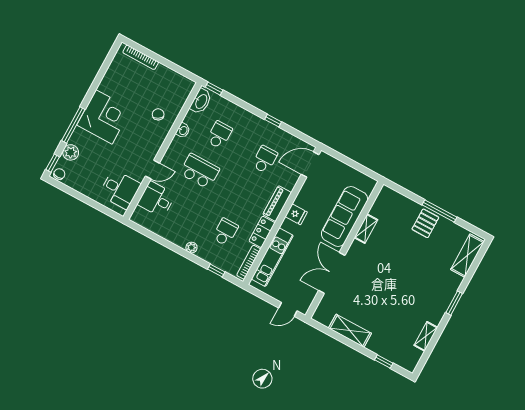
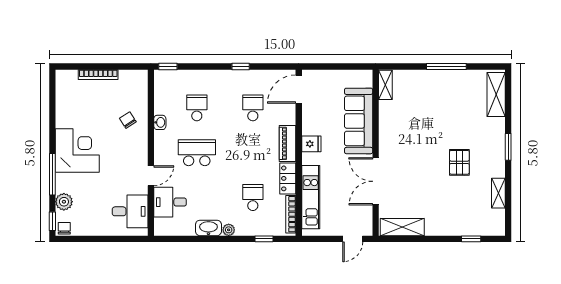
bookcase: (141, 57) -> (98, 75), moved
washbasin: (201, 101) -> (208, 228), moved, turned -90
pallet: (425, 223) -> (459, 162), moved
shelving: (366, 229) -> (385, 85), moved
shelving: (350, 331) -> (402, 227), moved

